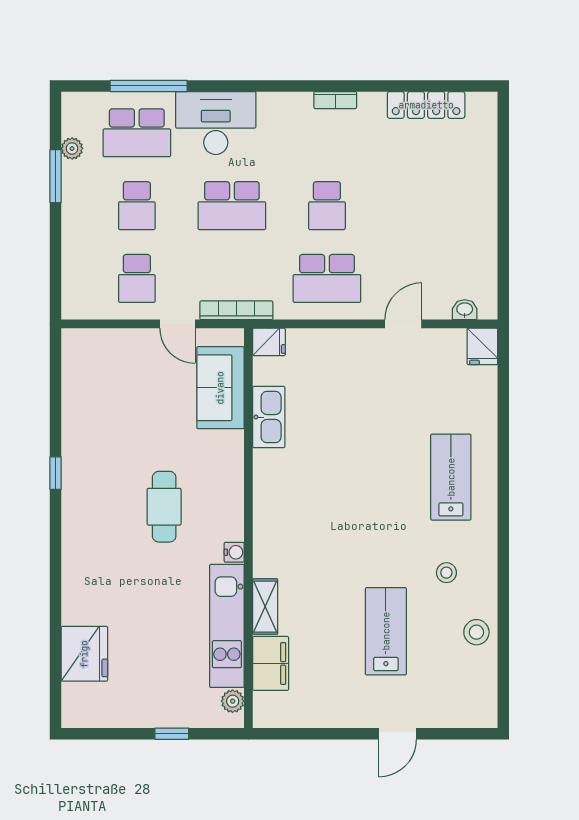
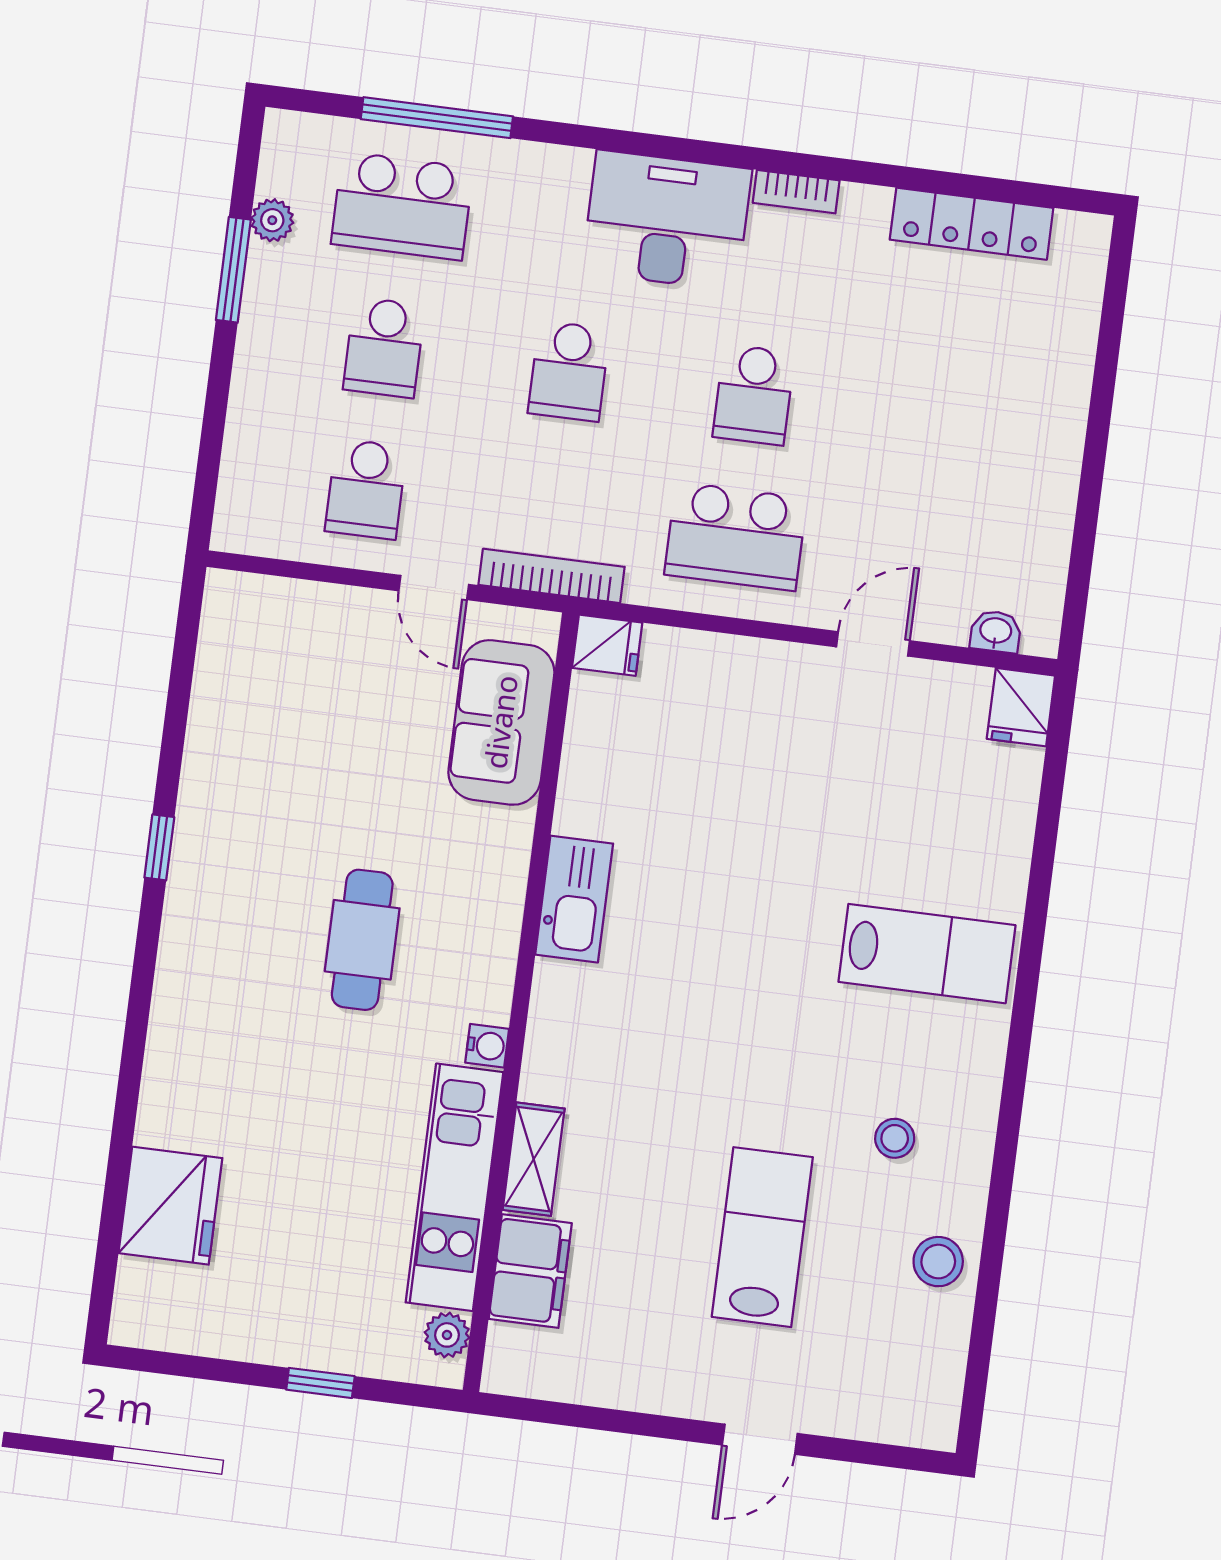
desk: (216, 123) -> (667, 220), moved
school desk: (232, 206) -> (569, 371), width x0.54
kitchen sink: (269, 417) -> (574, 899), moved
lab bench: (451, 477) -> (927, 954), turned 90

